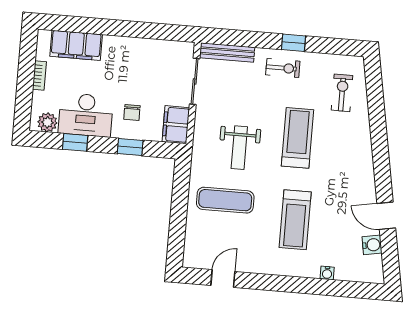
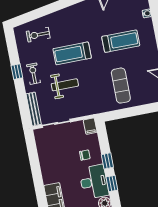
filing cabinet: (176, 125) -> (90, 126), width x0.50
window: (130, 147) -> (107, 161), moved
weight bench: (239, 148) -> (65, 85), moved

